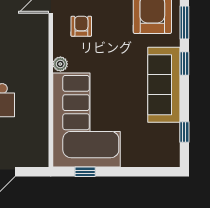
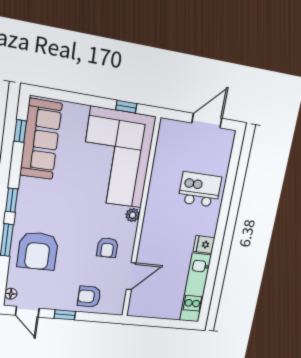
sofa: (164, 85) -> (41, 139), moved

